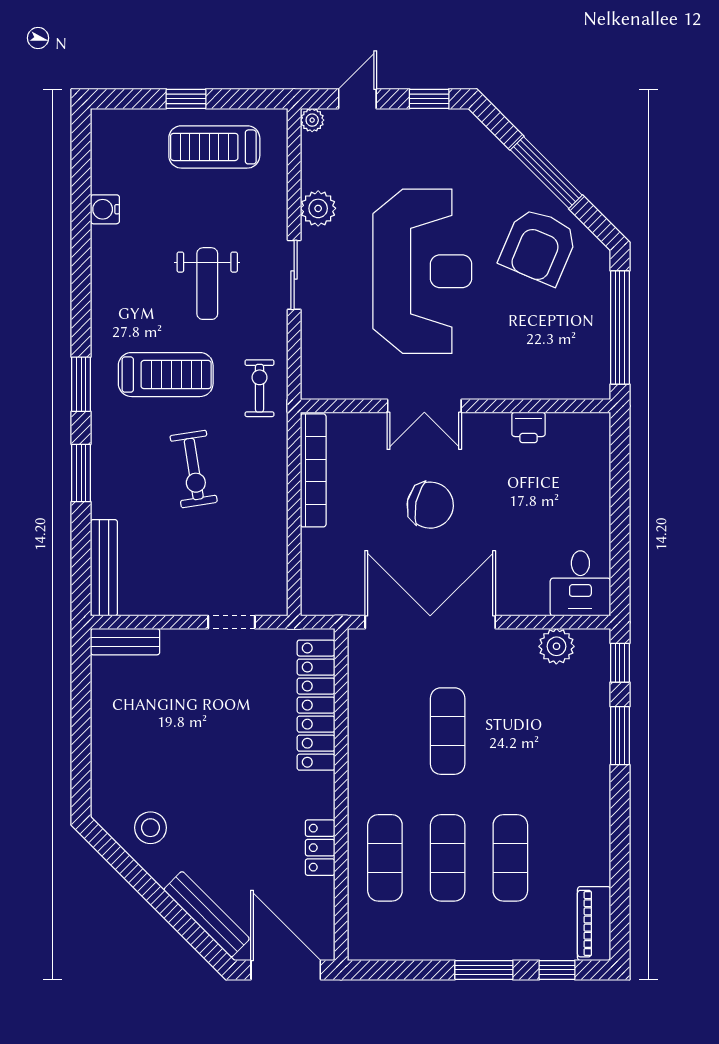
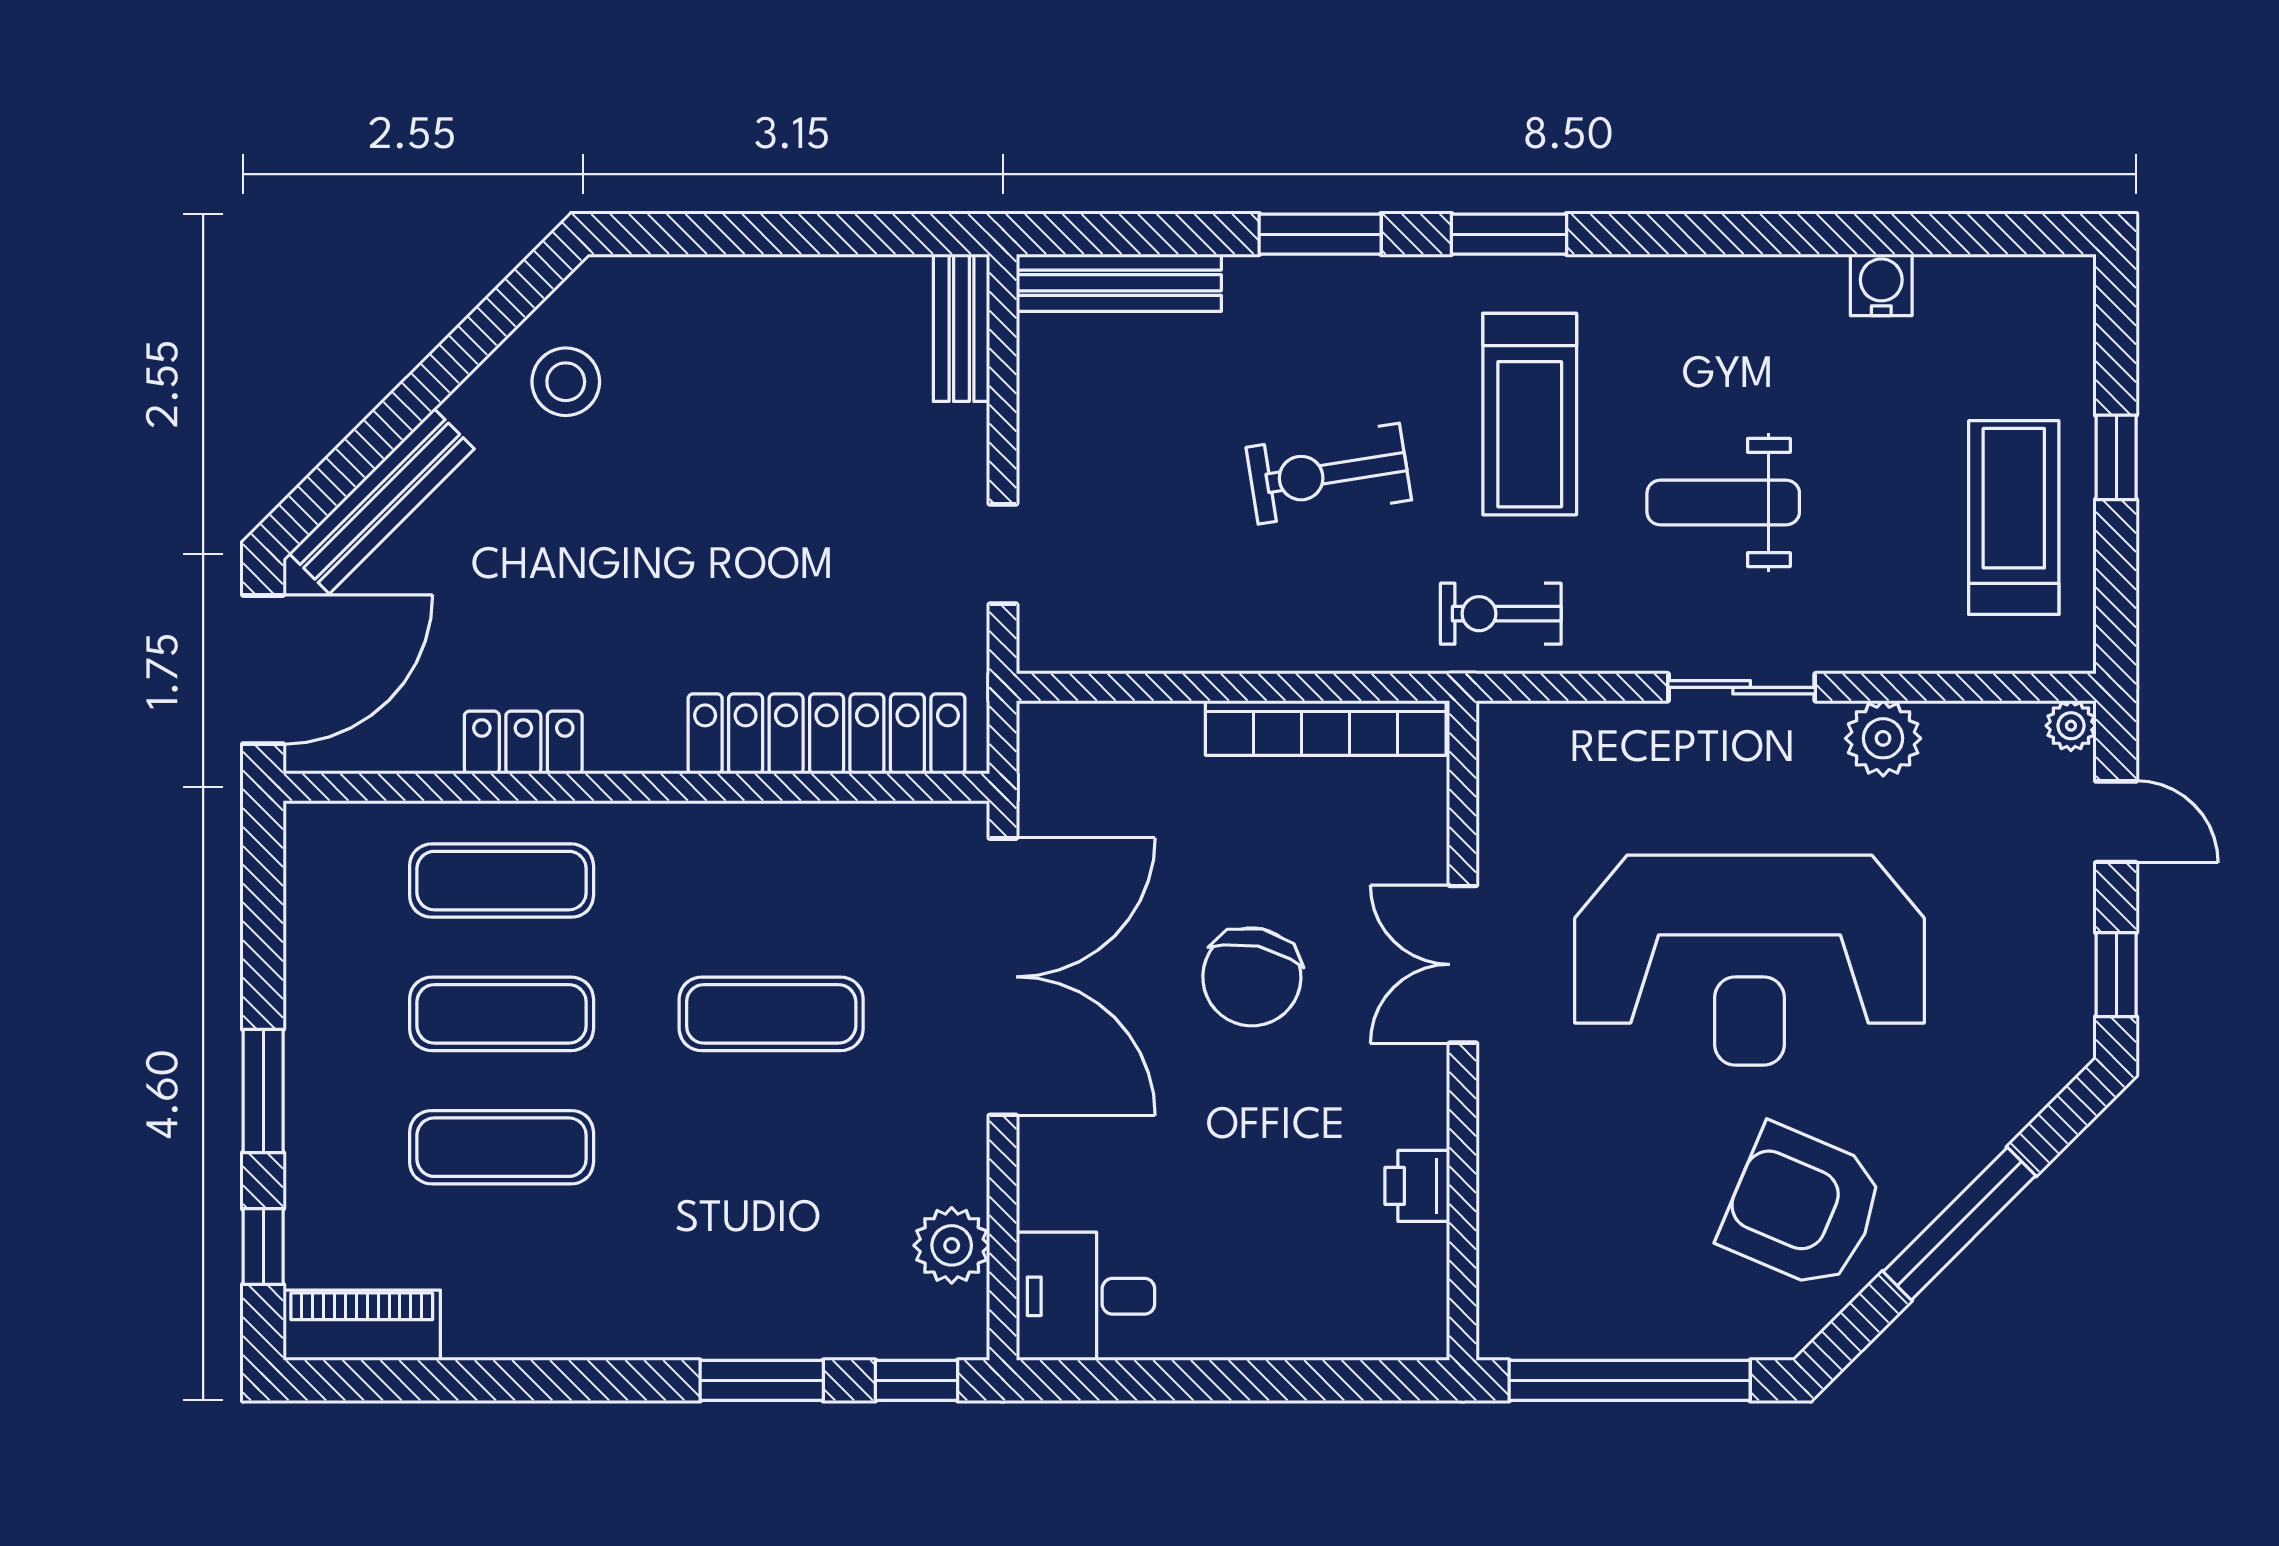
exercise bike: (259, 388) -> (1501, 614), turned 180

